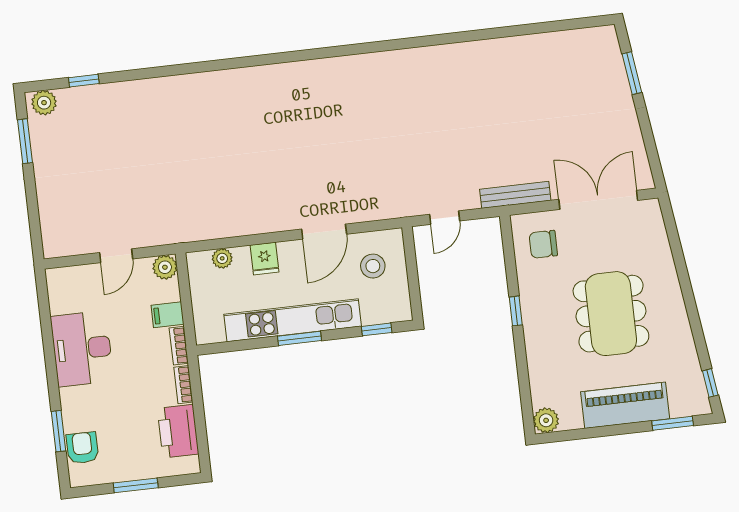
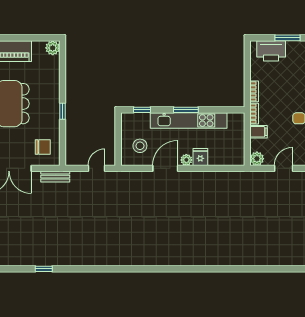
window: (84, 81) -> (44, 269), moved
bench: (515, 195) -> (55, 177), width x0.73
plant: (222, 258) -> (186, 160), moved
printer: (178, 431) -> (271, 51), moved, turned 90

